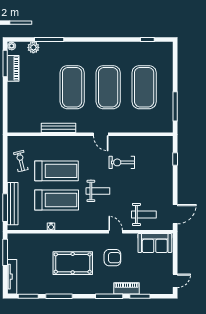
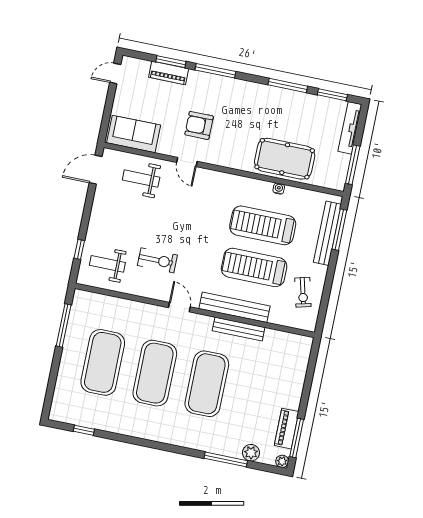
bench: (64, 142) -> (234, 307), added
weight bench: (98, 191) -> (107, 264), moved
pool table: (73, 263) -> (285, 159), moved
piano: (126, 288) -> (169, 73), moved

